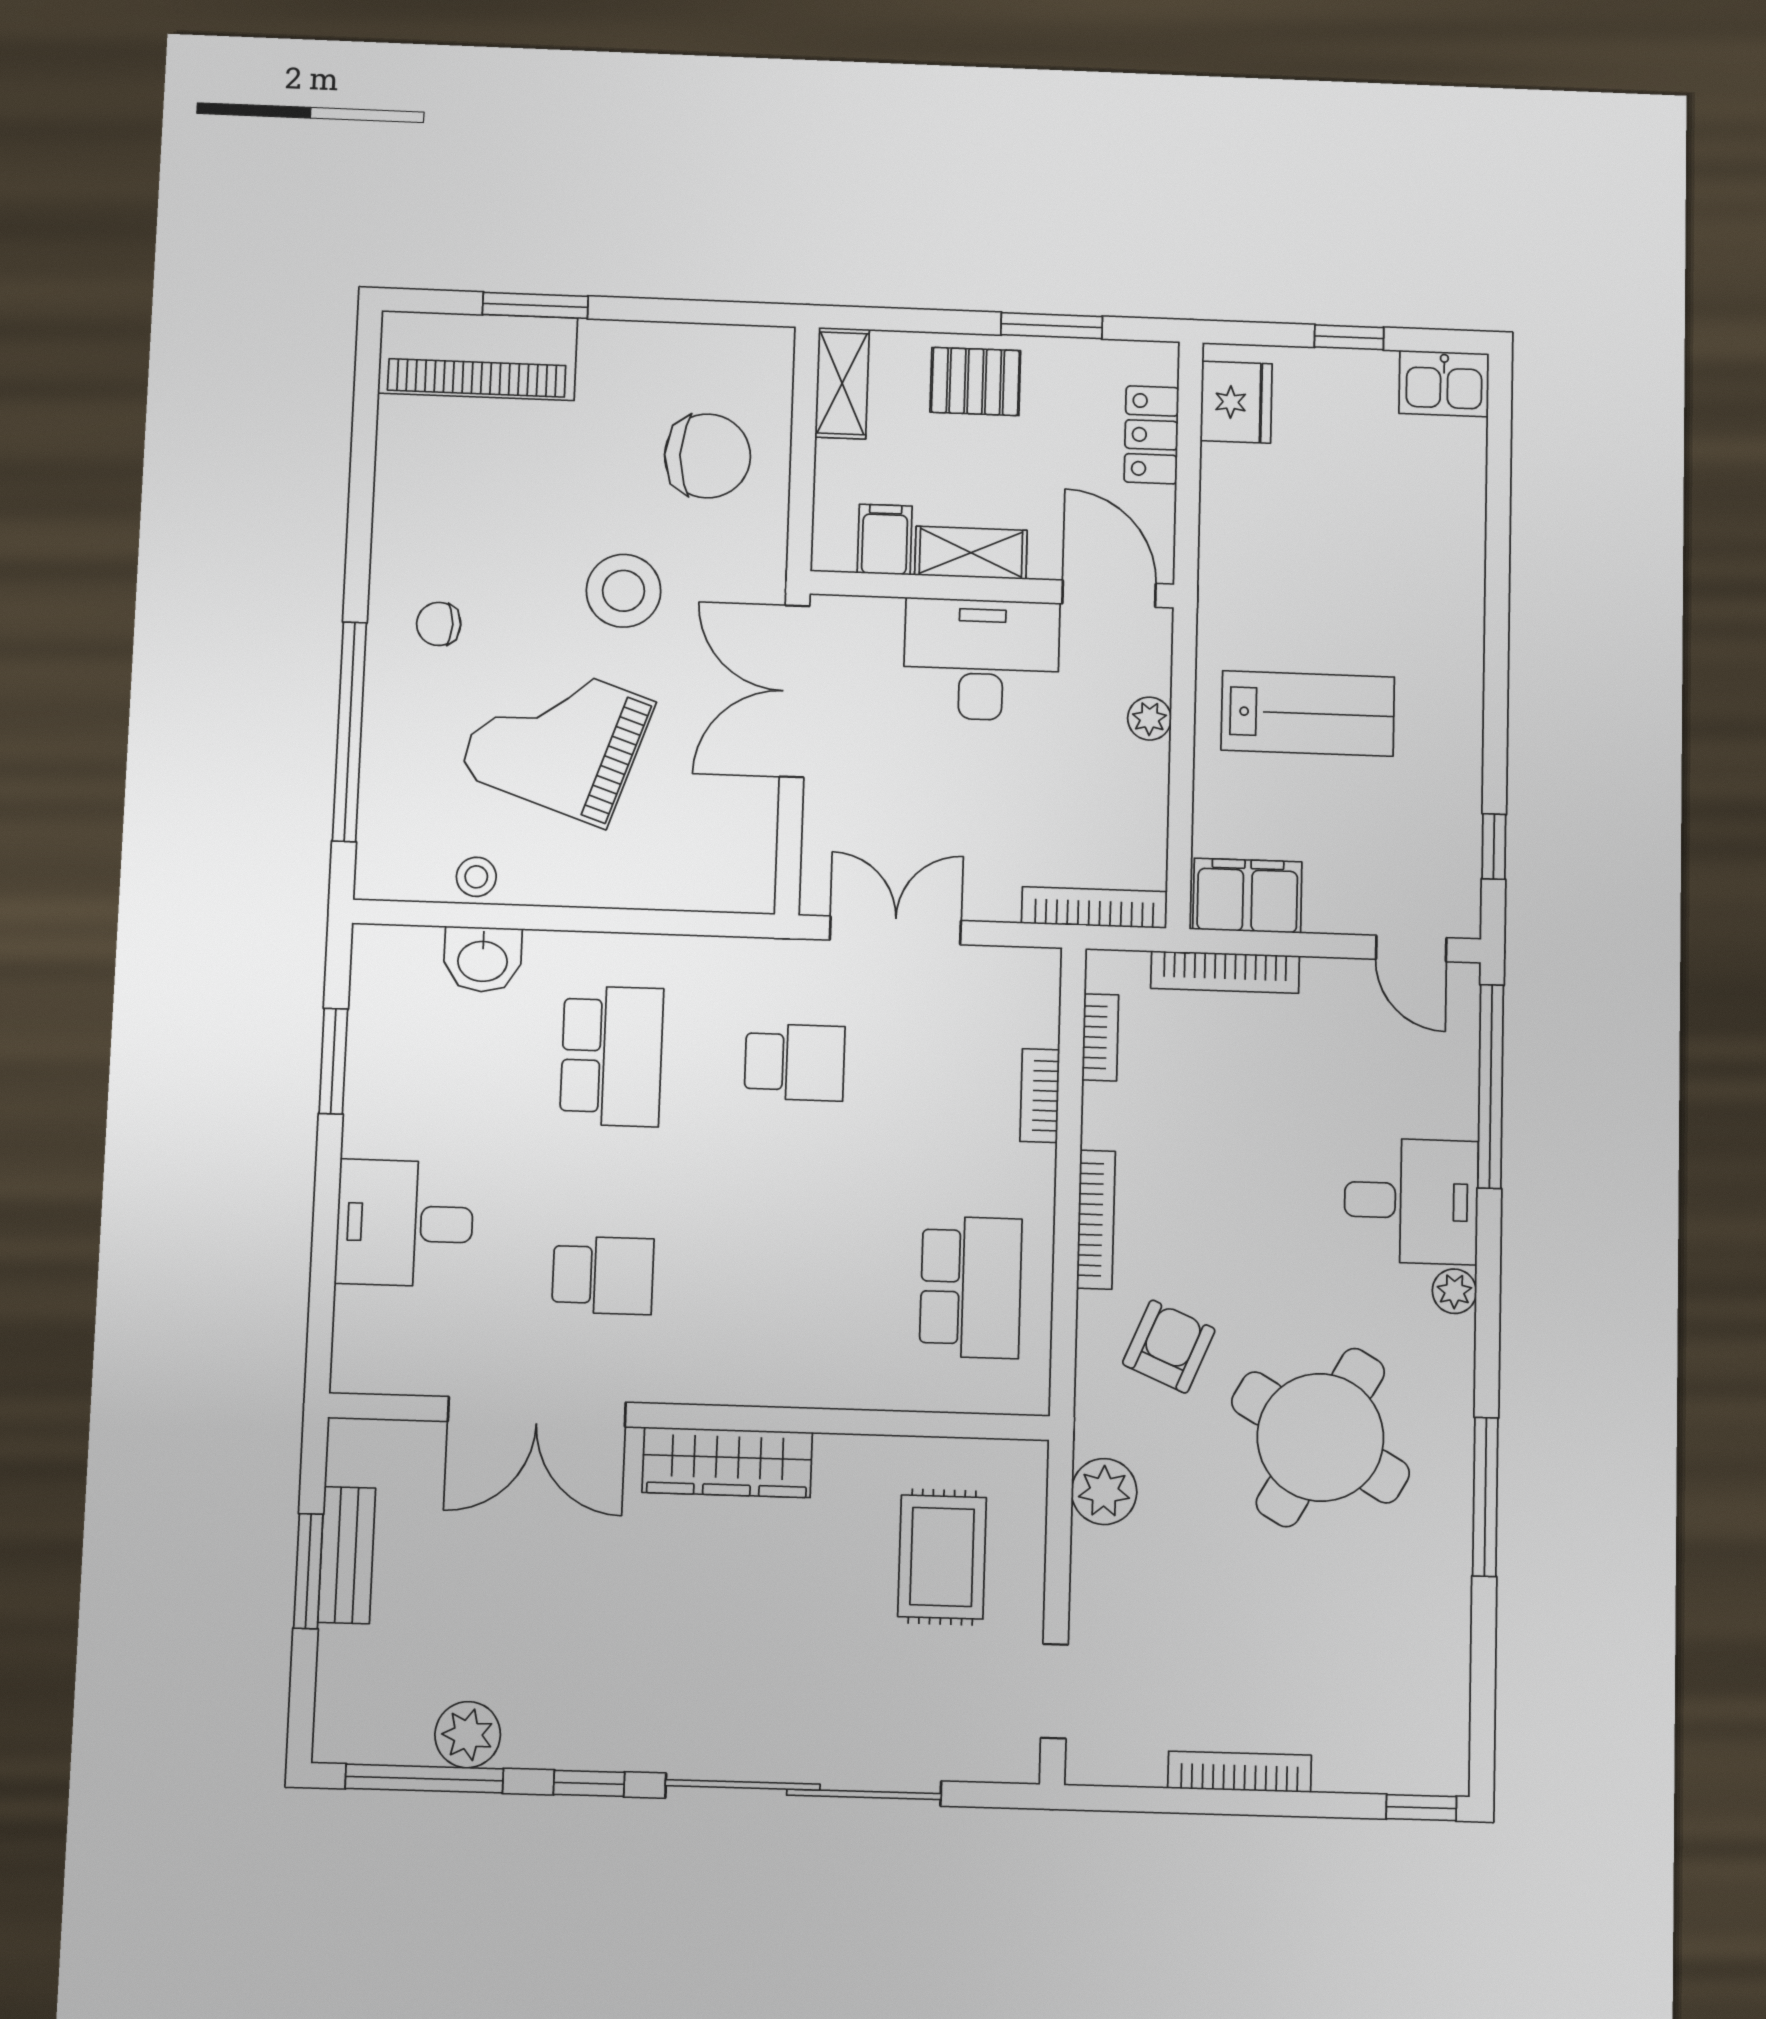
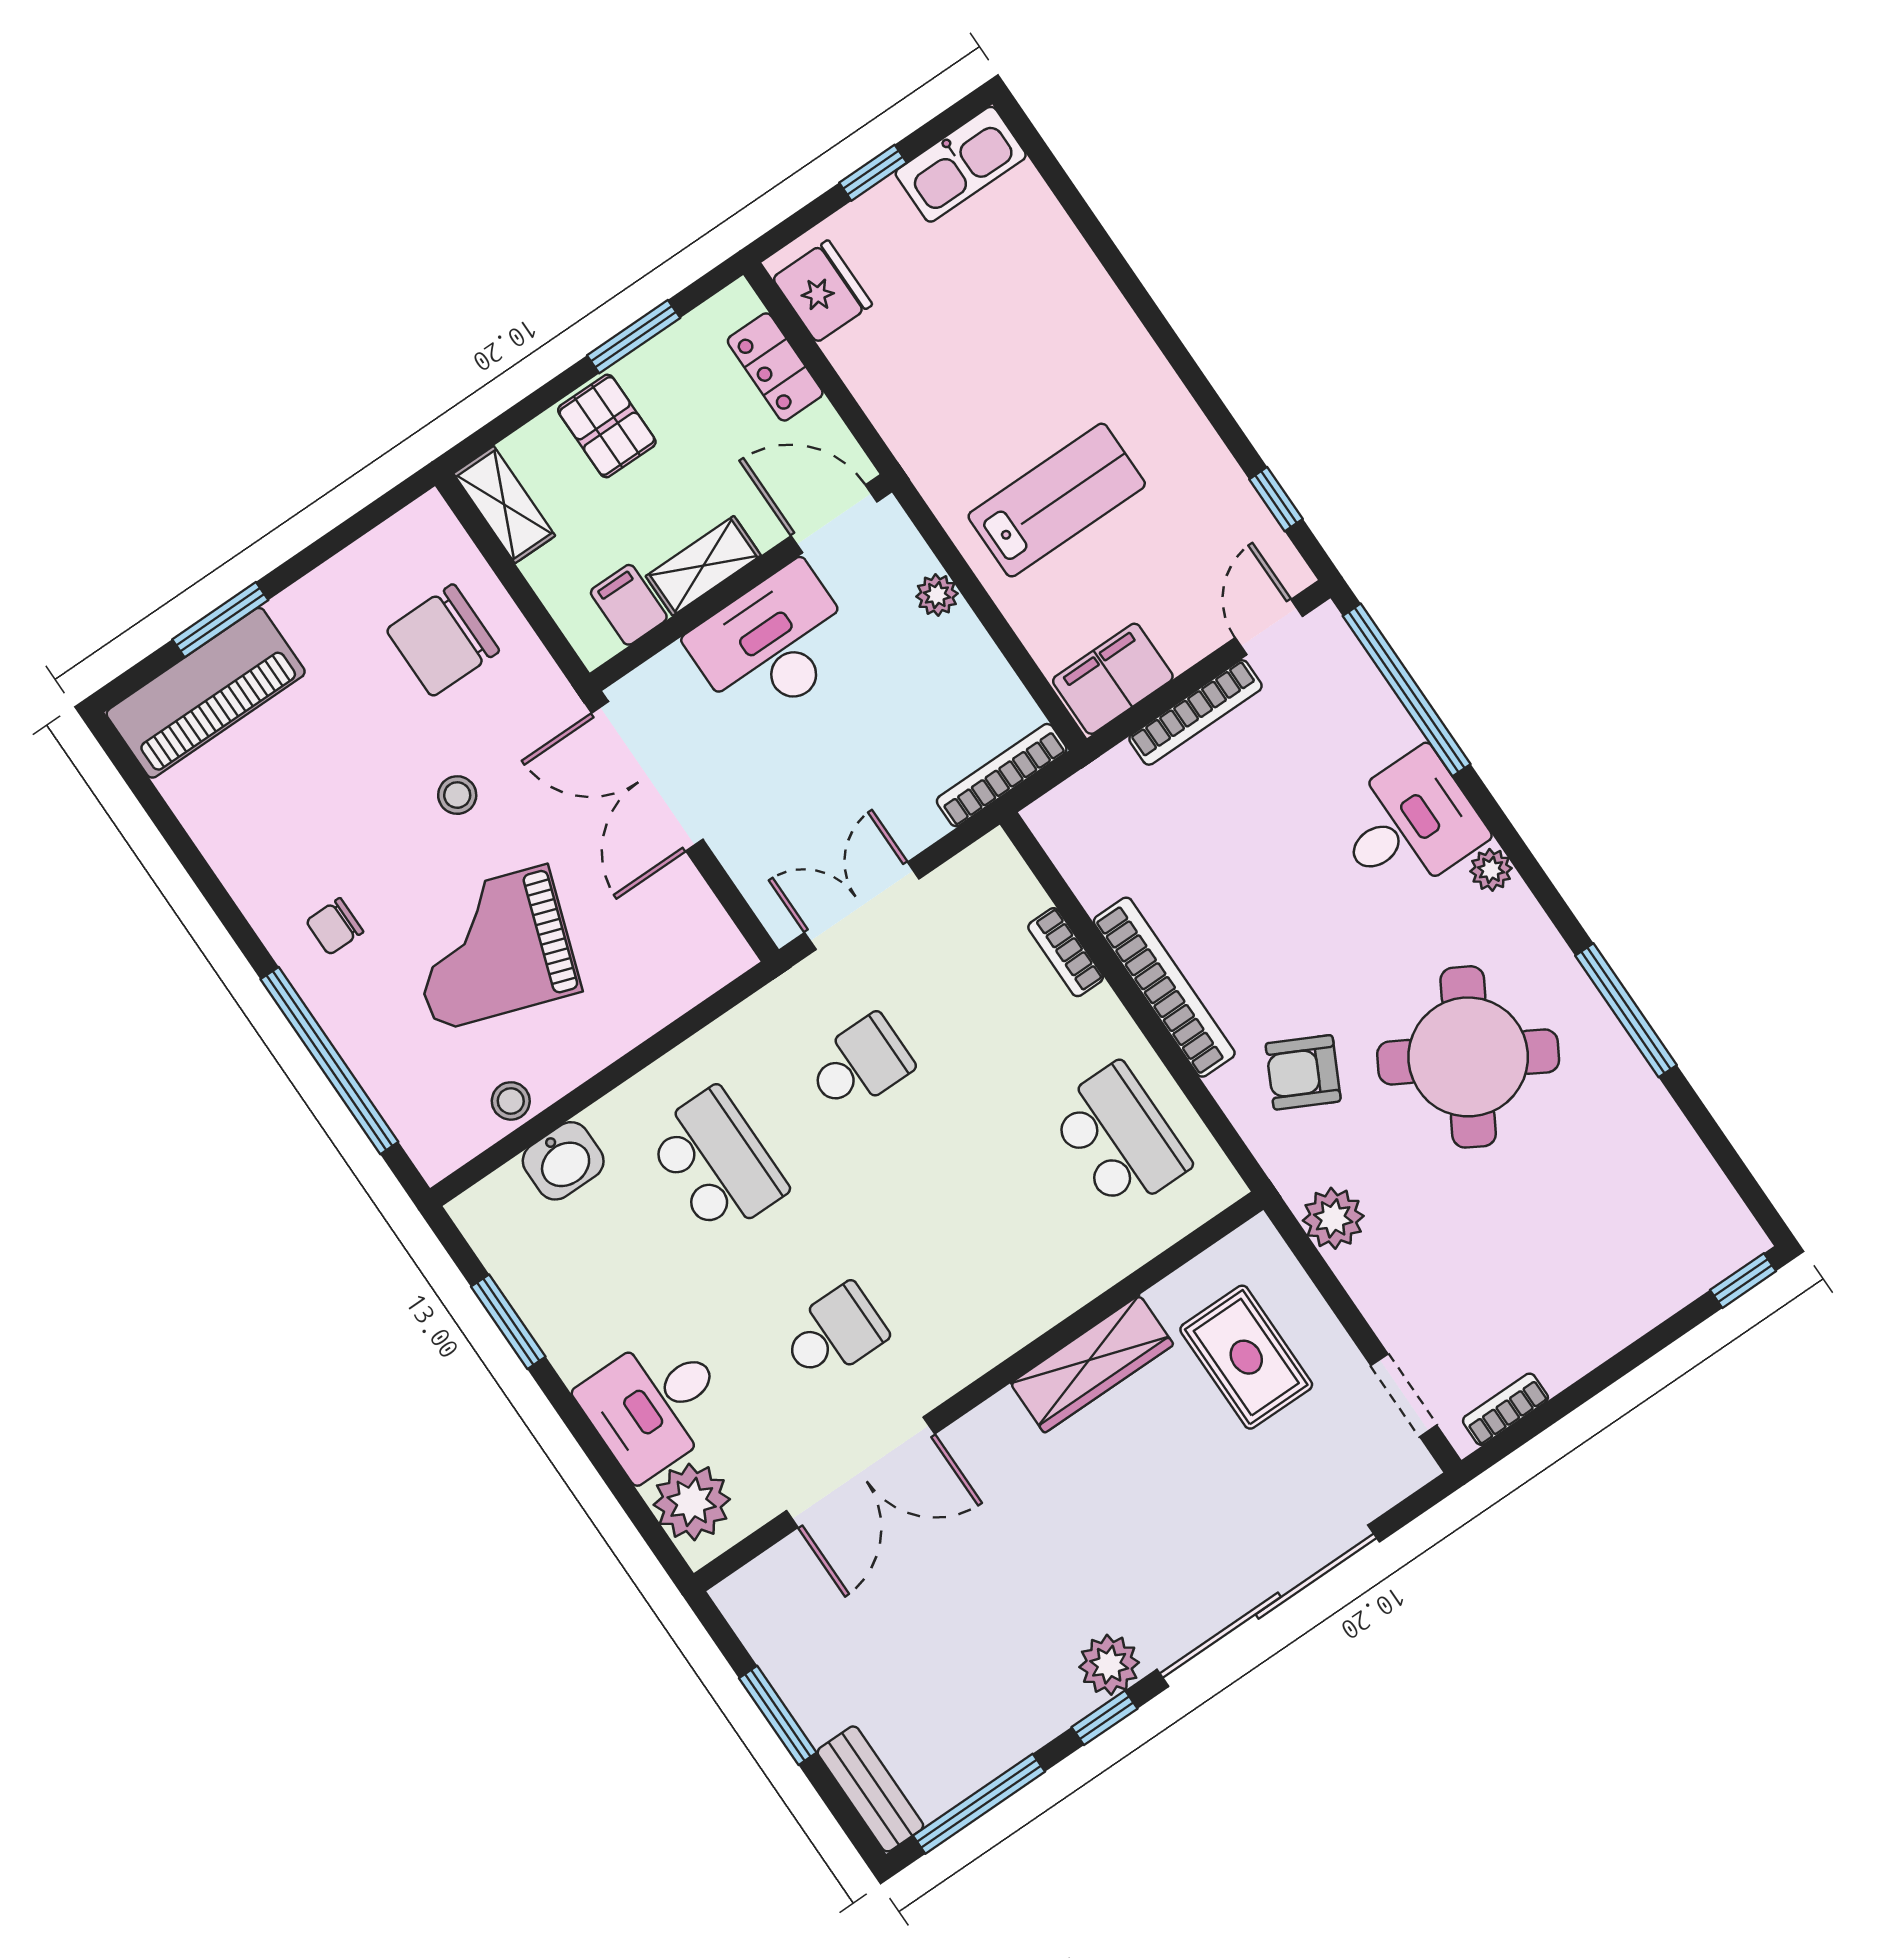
pallet: (975, 381) -> (607, 426), turned 90
kitchen sink: (1444, 384) -> (961, 164), width x1.38
chair: (707, 456) -> (443, 640), turned 180
stool: (624, 591) -> (457, 795), width x0.53, depth x0.53
door: (1411, 948) -> (1269, 627), swing flipped
bookcase: (1225, 972) -> (1195, 712), moved
bookcase: (1100, 1037) -> (1079, 873), removed
bookcase: (1096, 1220) -> (1164, 987), width x1.48, depth x1.31
plant: (373, 1331) -> (692, 1502), added
armchair: (1169, 1347) -> (1303, 1072), turned -86
wardrobe: (727, 1462) -> (1092, 1364), moved
bench: (347, 1555) -> (870, 1789), moved
plant: (468, 1735) -> (1109, 1665), moved
bookcase: (1240, 1772) -> (1505, 1409), moved, width x0.64

